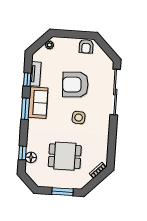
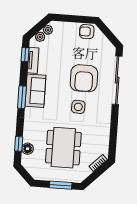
armchair: (86, 46) -> (87, 32), turned 90
plant: (42, 52) -> (40, 37), added
window: (27, 80) -> (25, 55), moved
armchair: (75, 85) -> (84, 78), moved, turned -87
dining table: (65, 156) -> (63, 148), width x1.38

